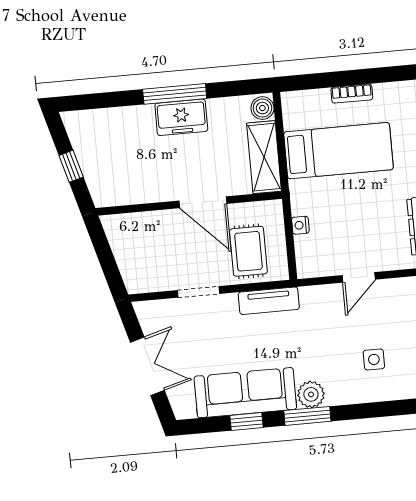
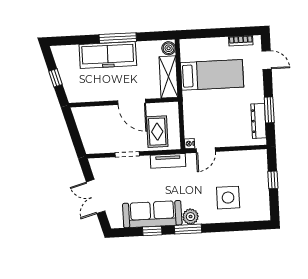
bookcase: (352, 94) -> (241, 41), moved
freezer: (181, 117) -> (108, 55), width x1.91, depth x1.26
nightstand: (300, 225) -> (190, 144), moved
door: (359, 277) -> (206, 150), moved
side table: (374, 359) -> (228, 198), width x1.87, depth x1.87
double door: (147, 366) -> (96, 196), swing flipped

